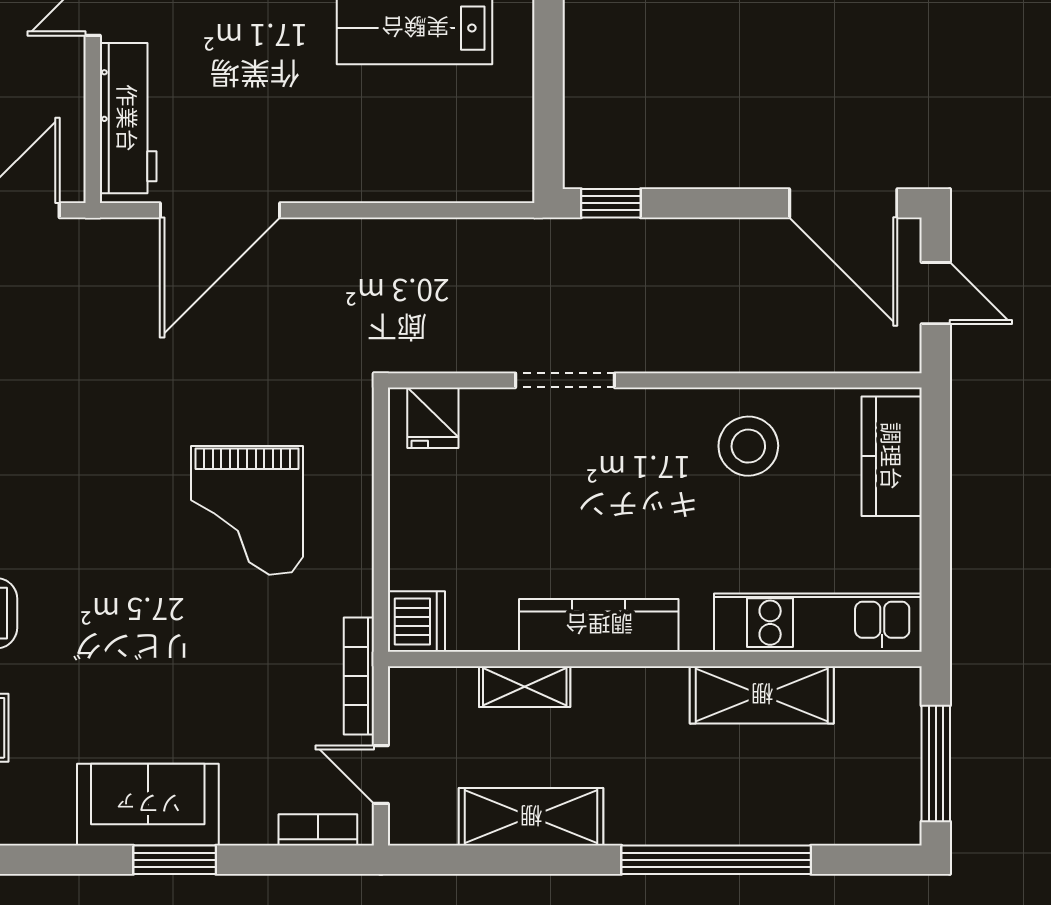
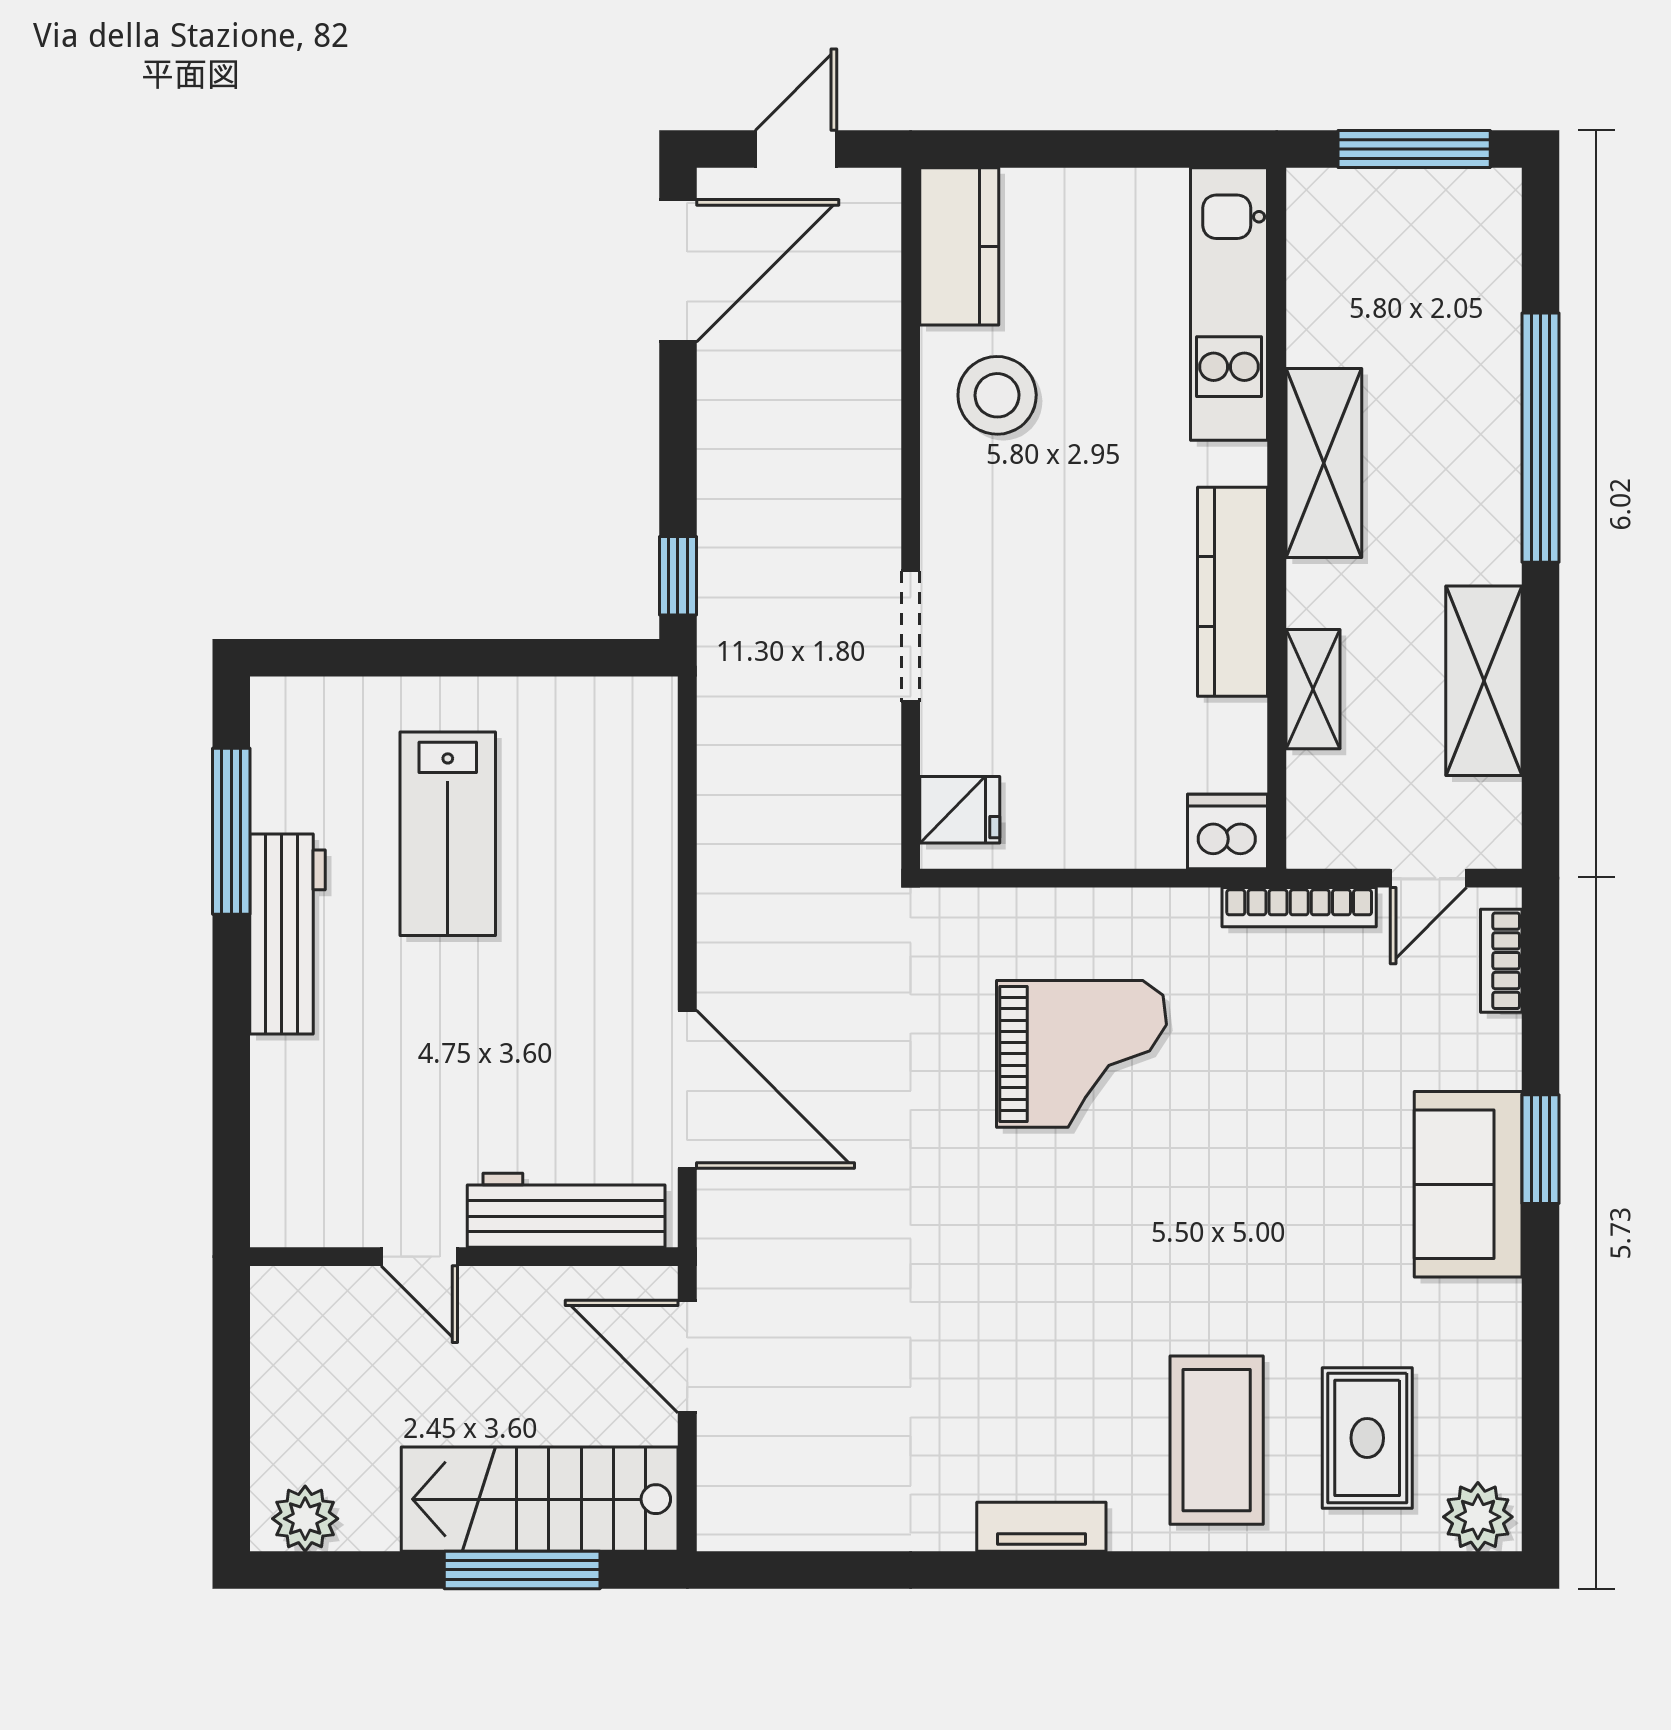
kitchen counter: (892, 456) -> (959, 246), moved, turned -90
shelving: (762, 695) -> (1324, 463), moved

